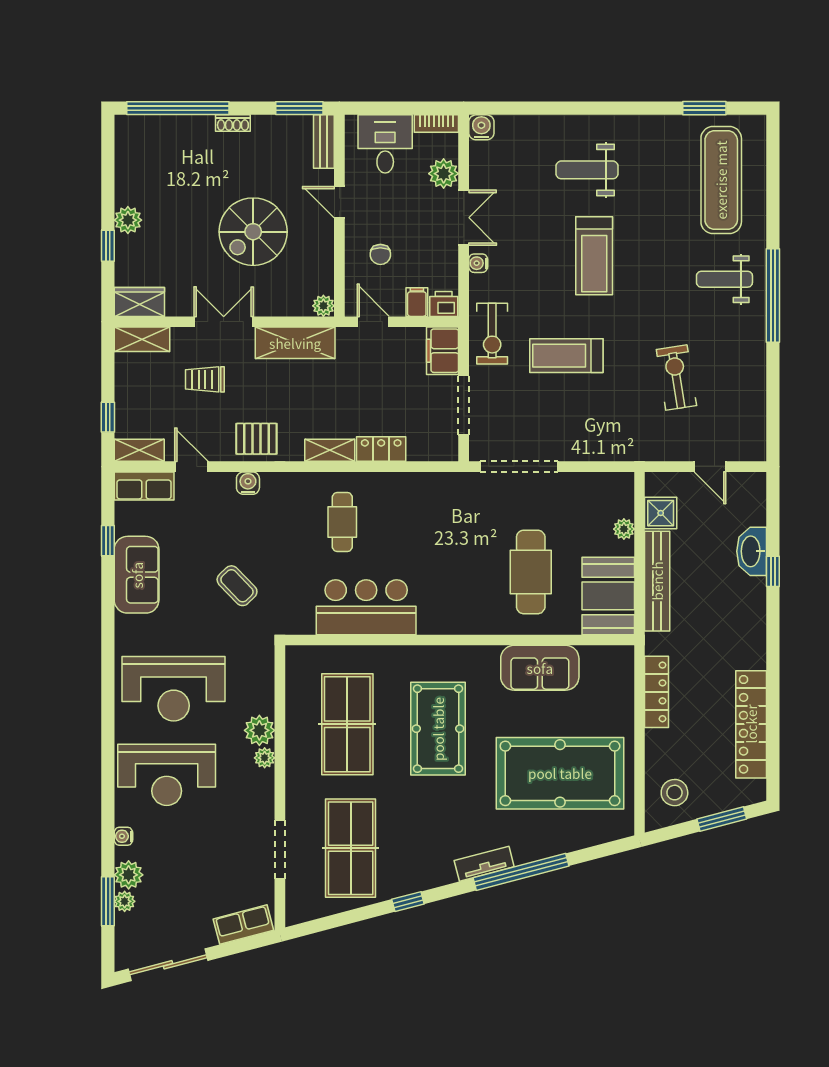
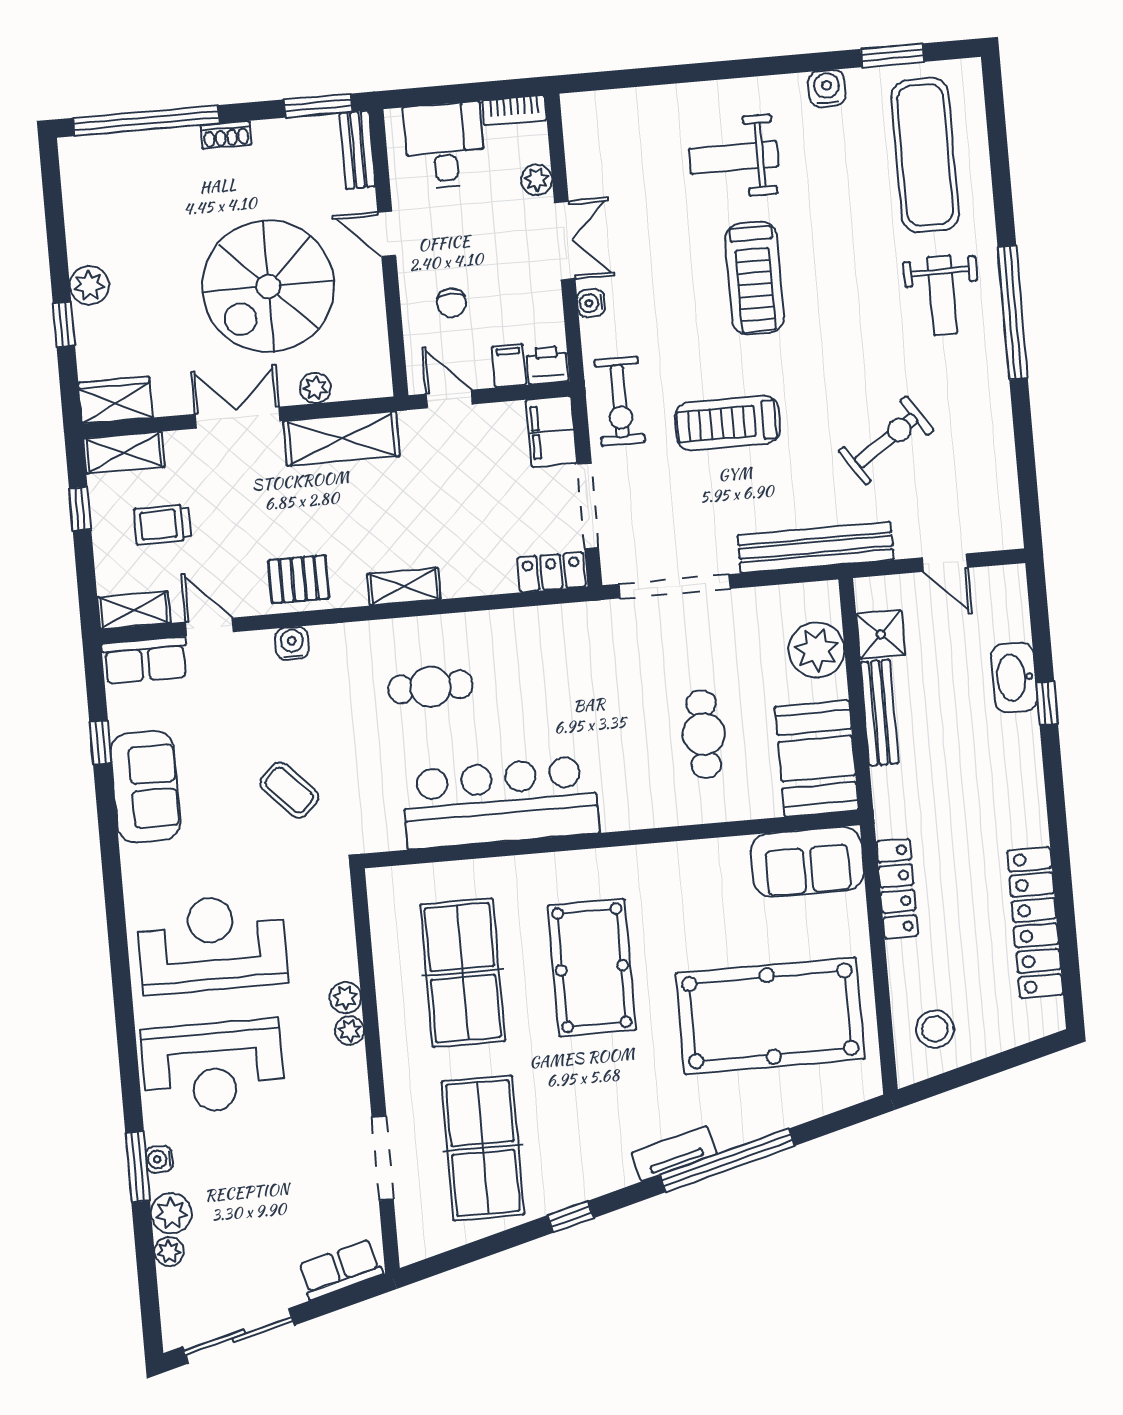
water cooler: (481, 127) -> (827, 88), moved
plant: (444, 174) -> (537, 180), width x0.73, depth x0.73
spiral stairs: (253, 232) -> (268, 286), width x1.37, depth x1.37
weight bench: (724, 279) -> (942, 295), turned -90
plant: (323, 306) -> (315, 388), moved
exercise bike: (676, 377) -> (886, 440), turned 65
trolley: (205, 379) -> (162, 524), moved
window: (108, 417) -> (80, 509), moved
bench: (620, 448) -> (816, 547), added
locker: (381, 449) -> (551, 572), moved
cafe table: (342, 522) -> (431, 687), turned 90
plant: (624, 529) -> (817, 650), width x1.88, depth x1.88
cafe table: (531, 572) -> (704, 734), width x0.73, depth x0.74
bench: (657, 581) -> (879, 713), width x0.73, depth x0.82
bar counter: (366, 607) -> (500, 802), width x1.36
sofa: (540, 668) -> (807, 862), moved
reception desk: (174, 689) -> (212, 944), turned 180
plant: (259, 730) -> (345, 998), width x0.73, depth x0.73
window: (722, 819) -> (1005, 1061), removed
window: (108, 901) -> (138, 1167), moved

